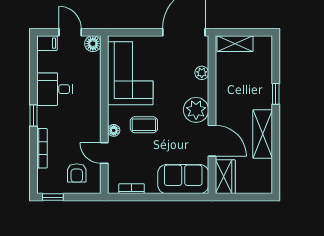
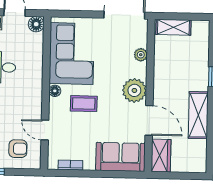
floor lamp: (114, 130) -> (55, 91), moved
armchair: (77, 173) -> (18, 149), turned -90

